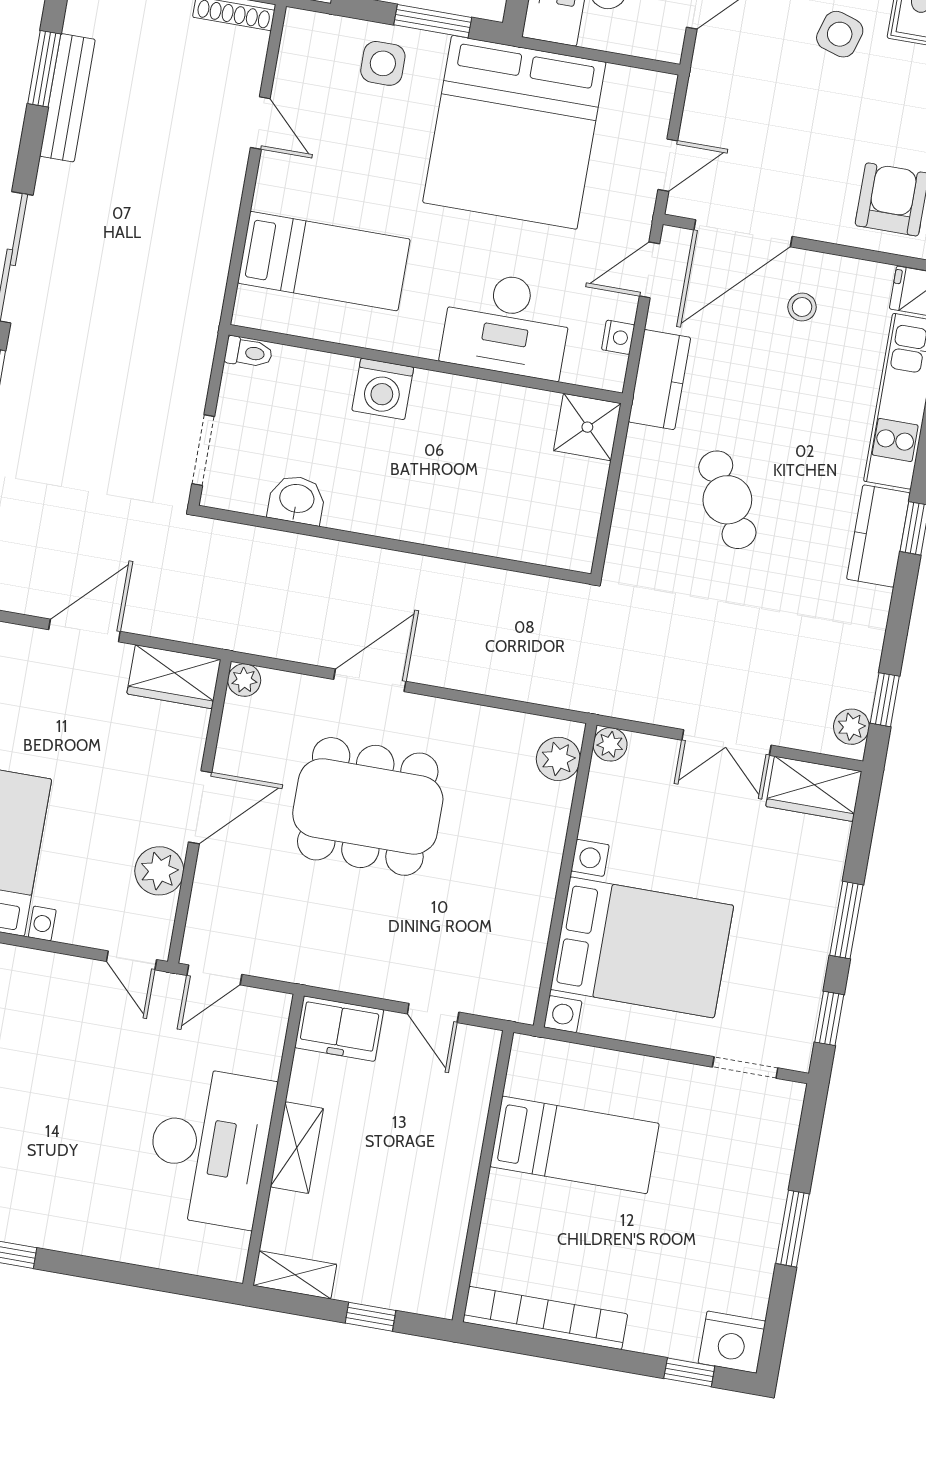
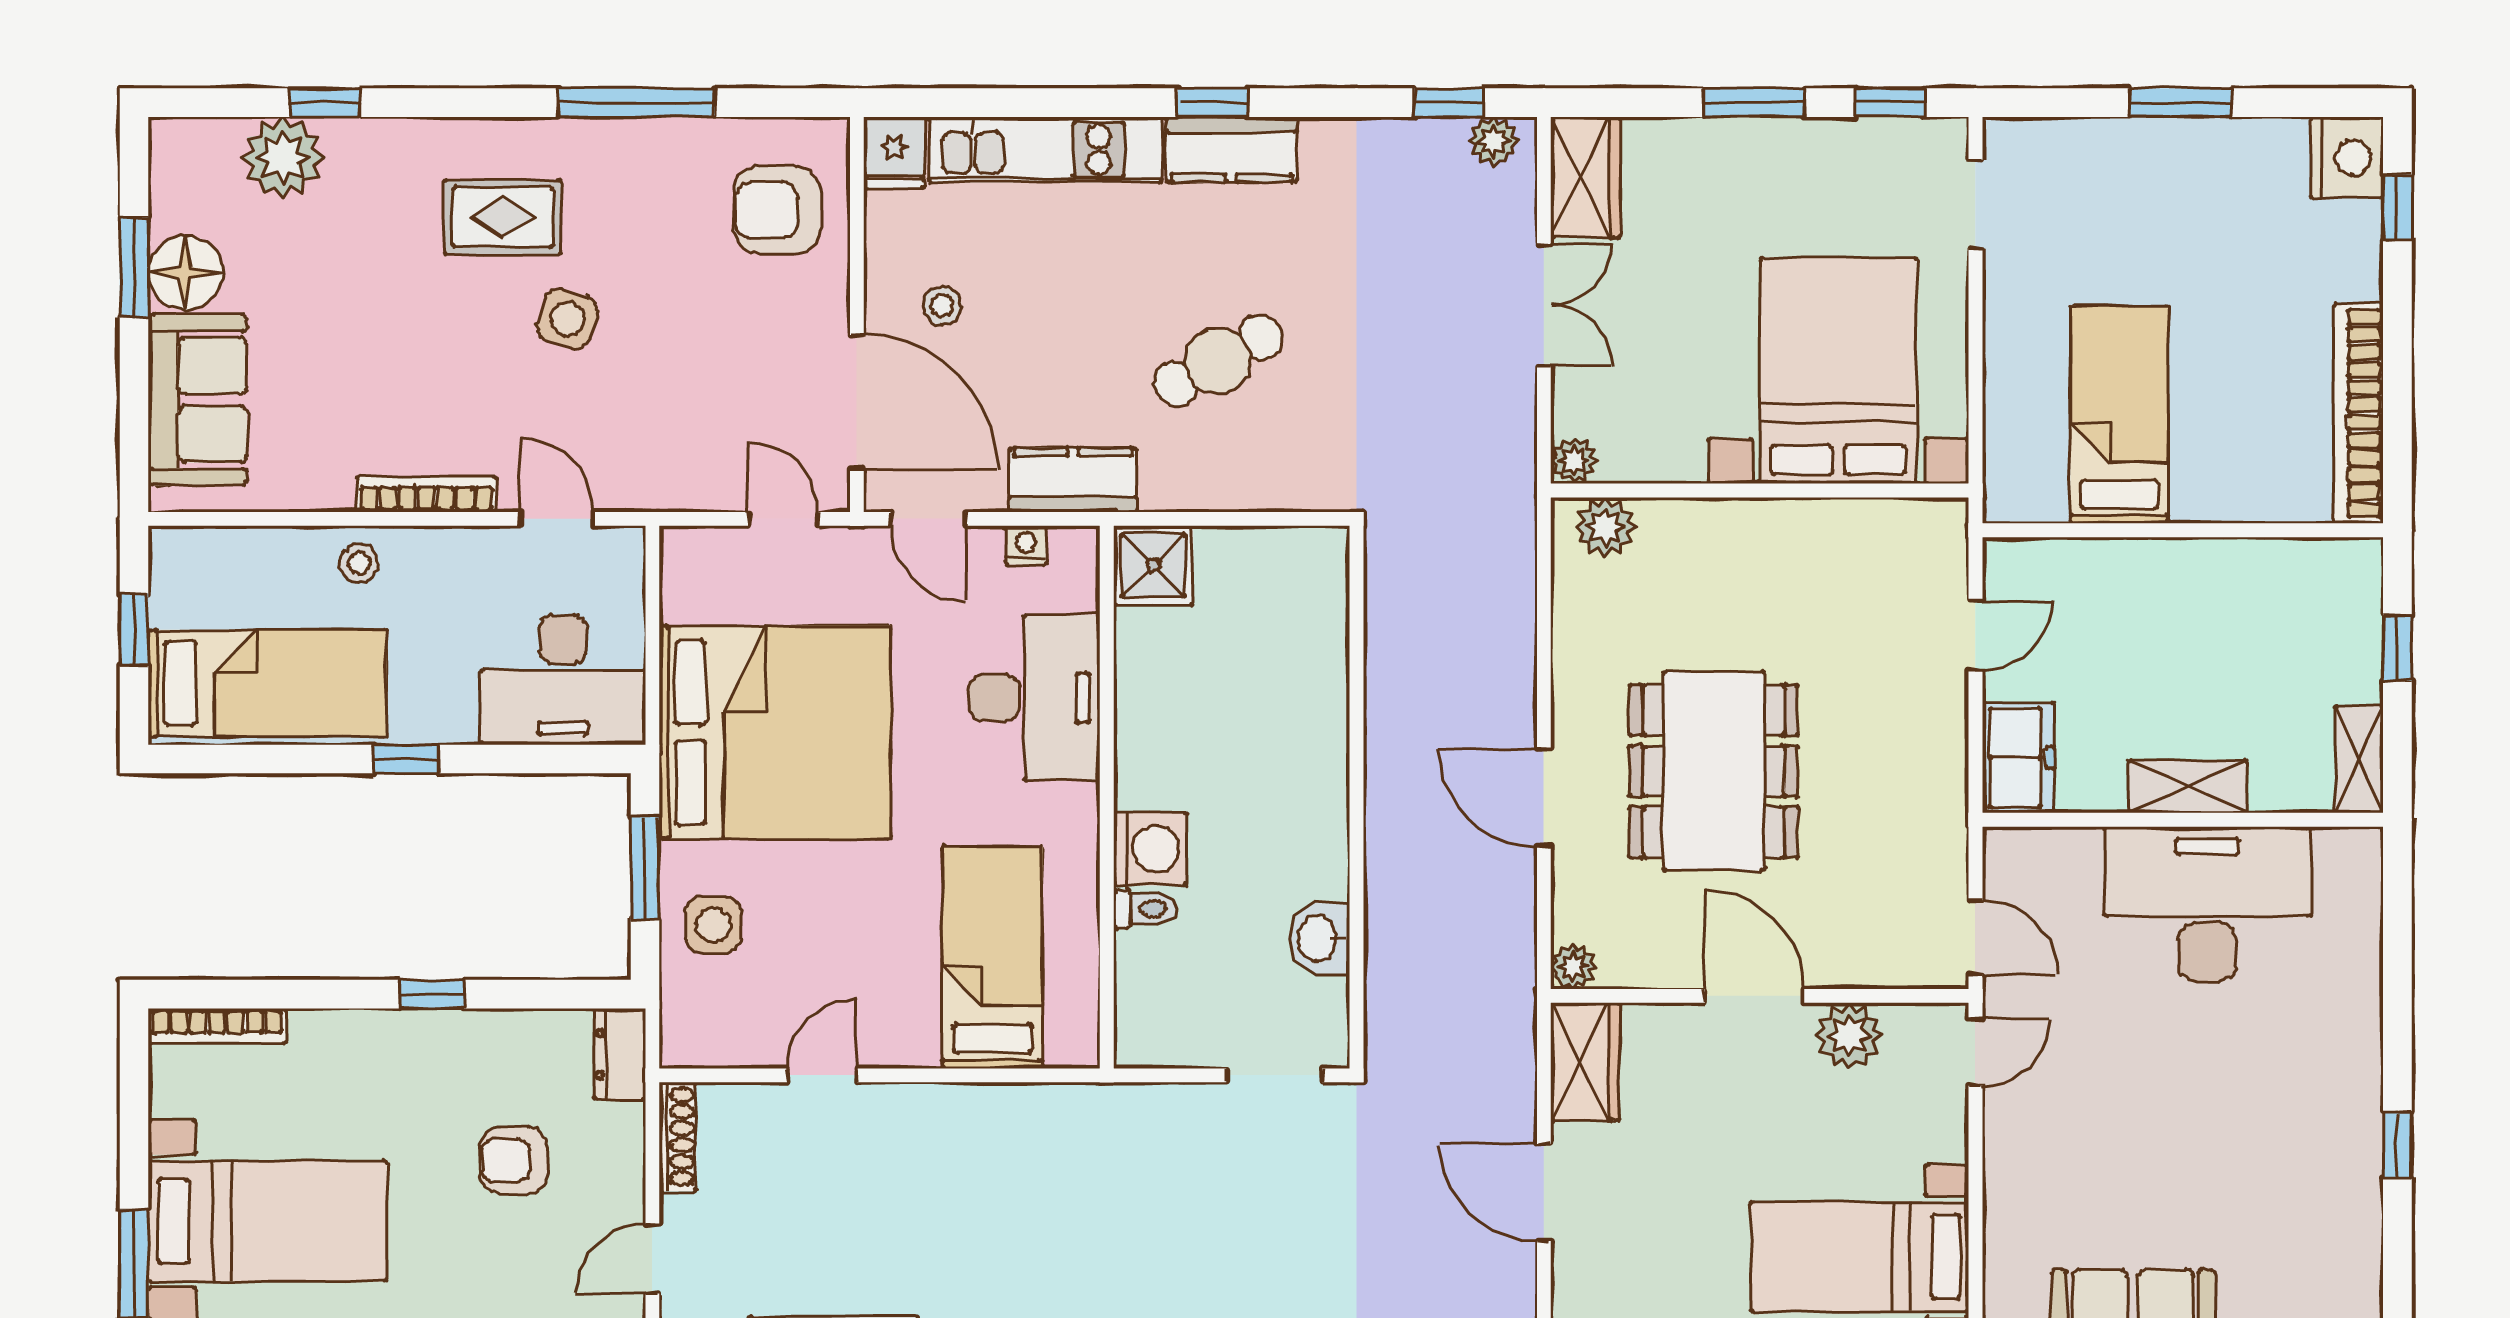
toilet: (249, 352) -> (1145, 909), moved, turned 90

